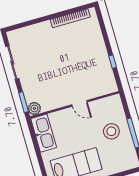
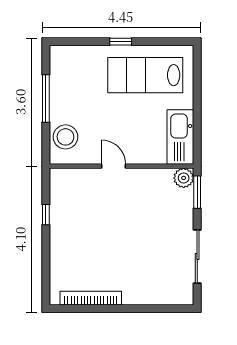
stool: (111, 131) -> (65, 137), moved

